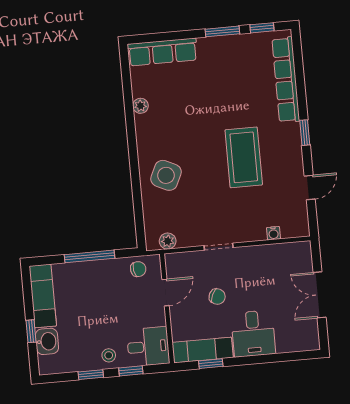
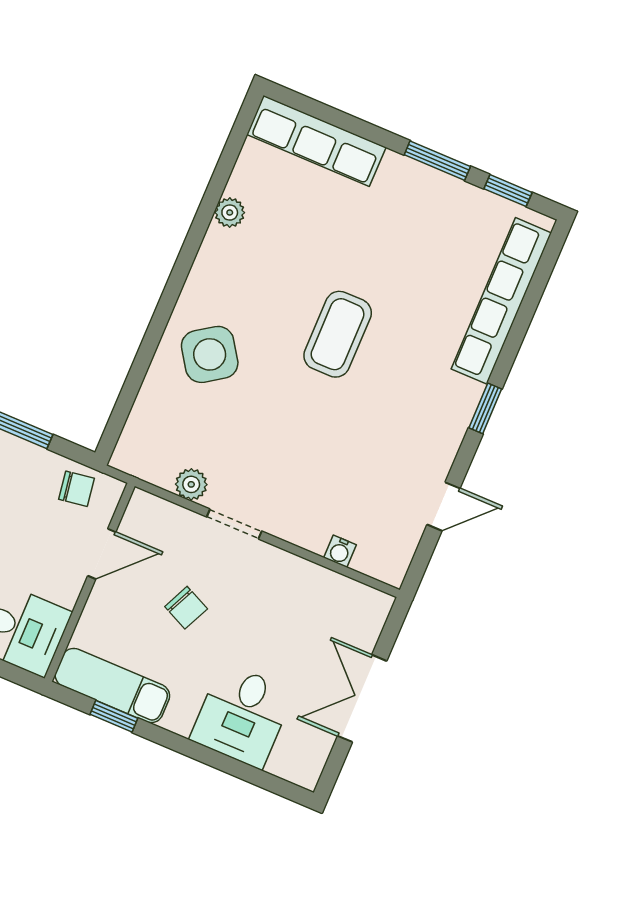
coffee table: (244, 157) -> (338, 334), moved, width x0.73, depth x0.76
side table: (166, 175) -> (210, 354), turned 31
plant: (168, 241) -> (191, 484), moved
desk: (253, 333) -> (242, 716), moved

